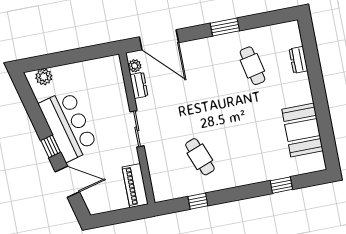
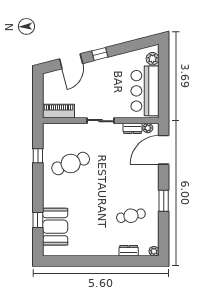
plant: (293, 27) -> (154, 251), added
bar counter: (68, 126) -> (145, 91), moved, turned 104
booth: (302, 130) -> (55, 227), moved, turned 90
cafe table: (200, 157) -> (71, 164), width x1.37, depth x1.35

